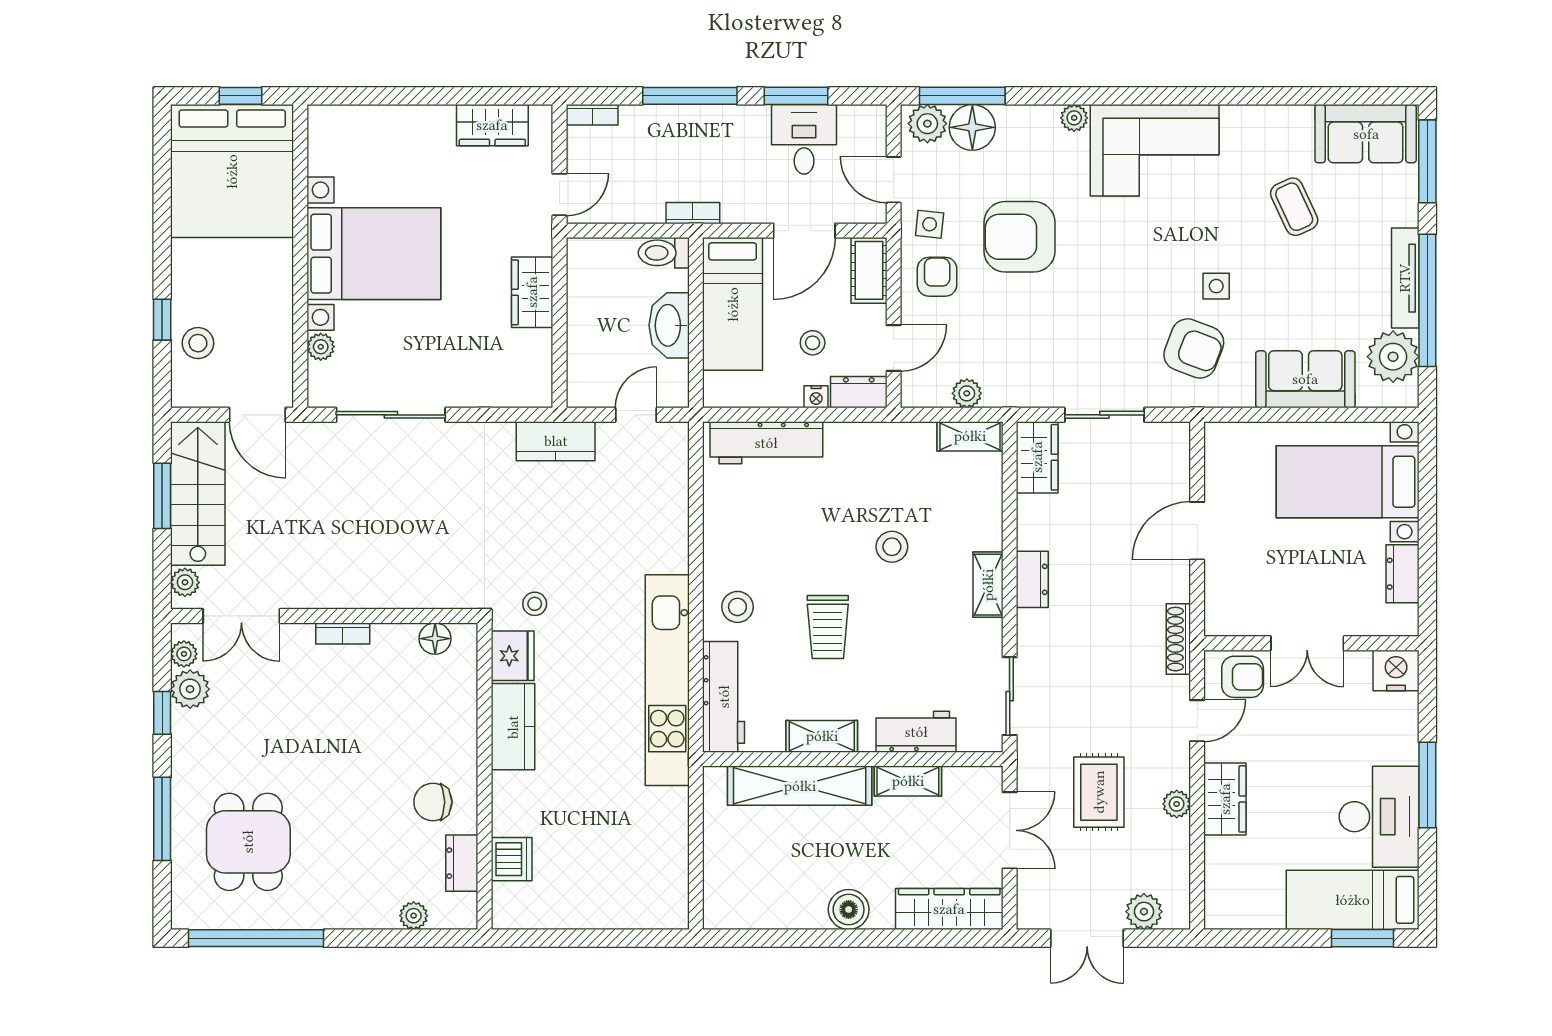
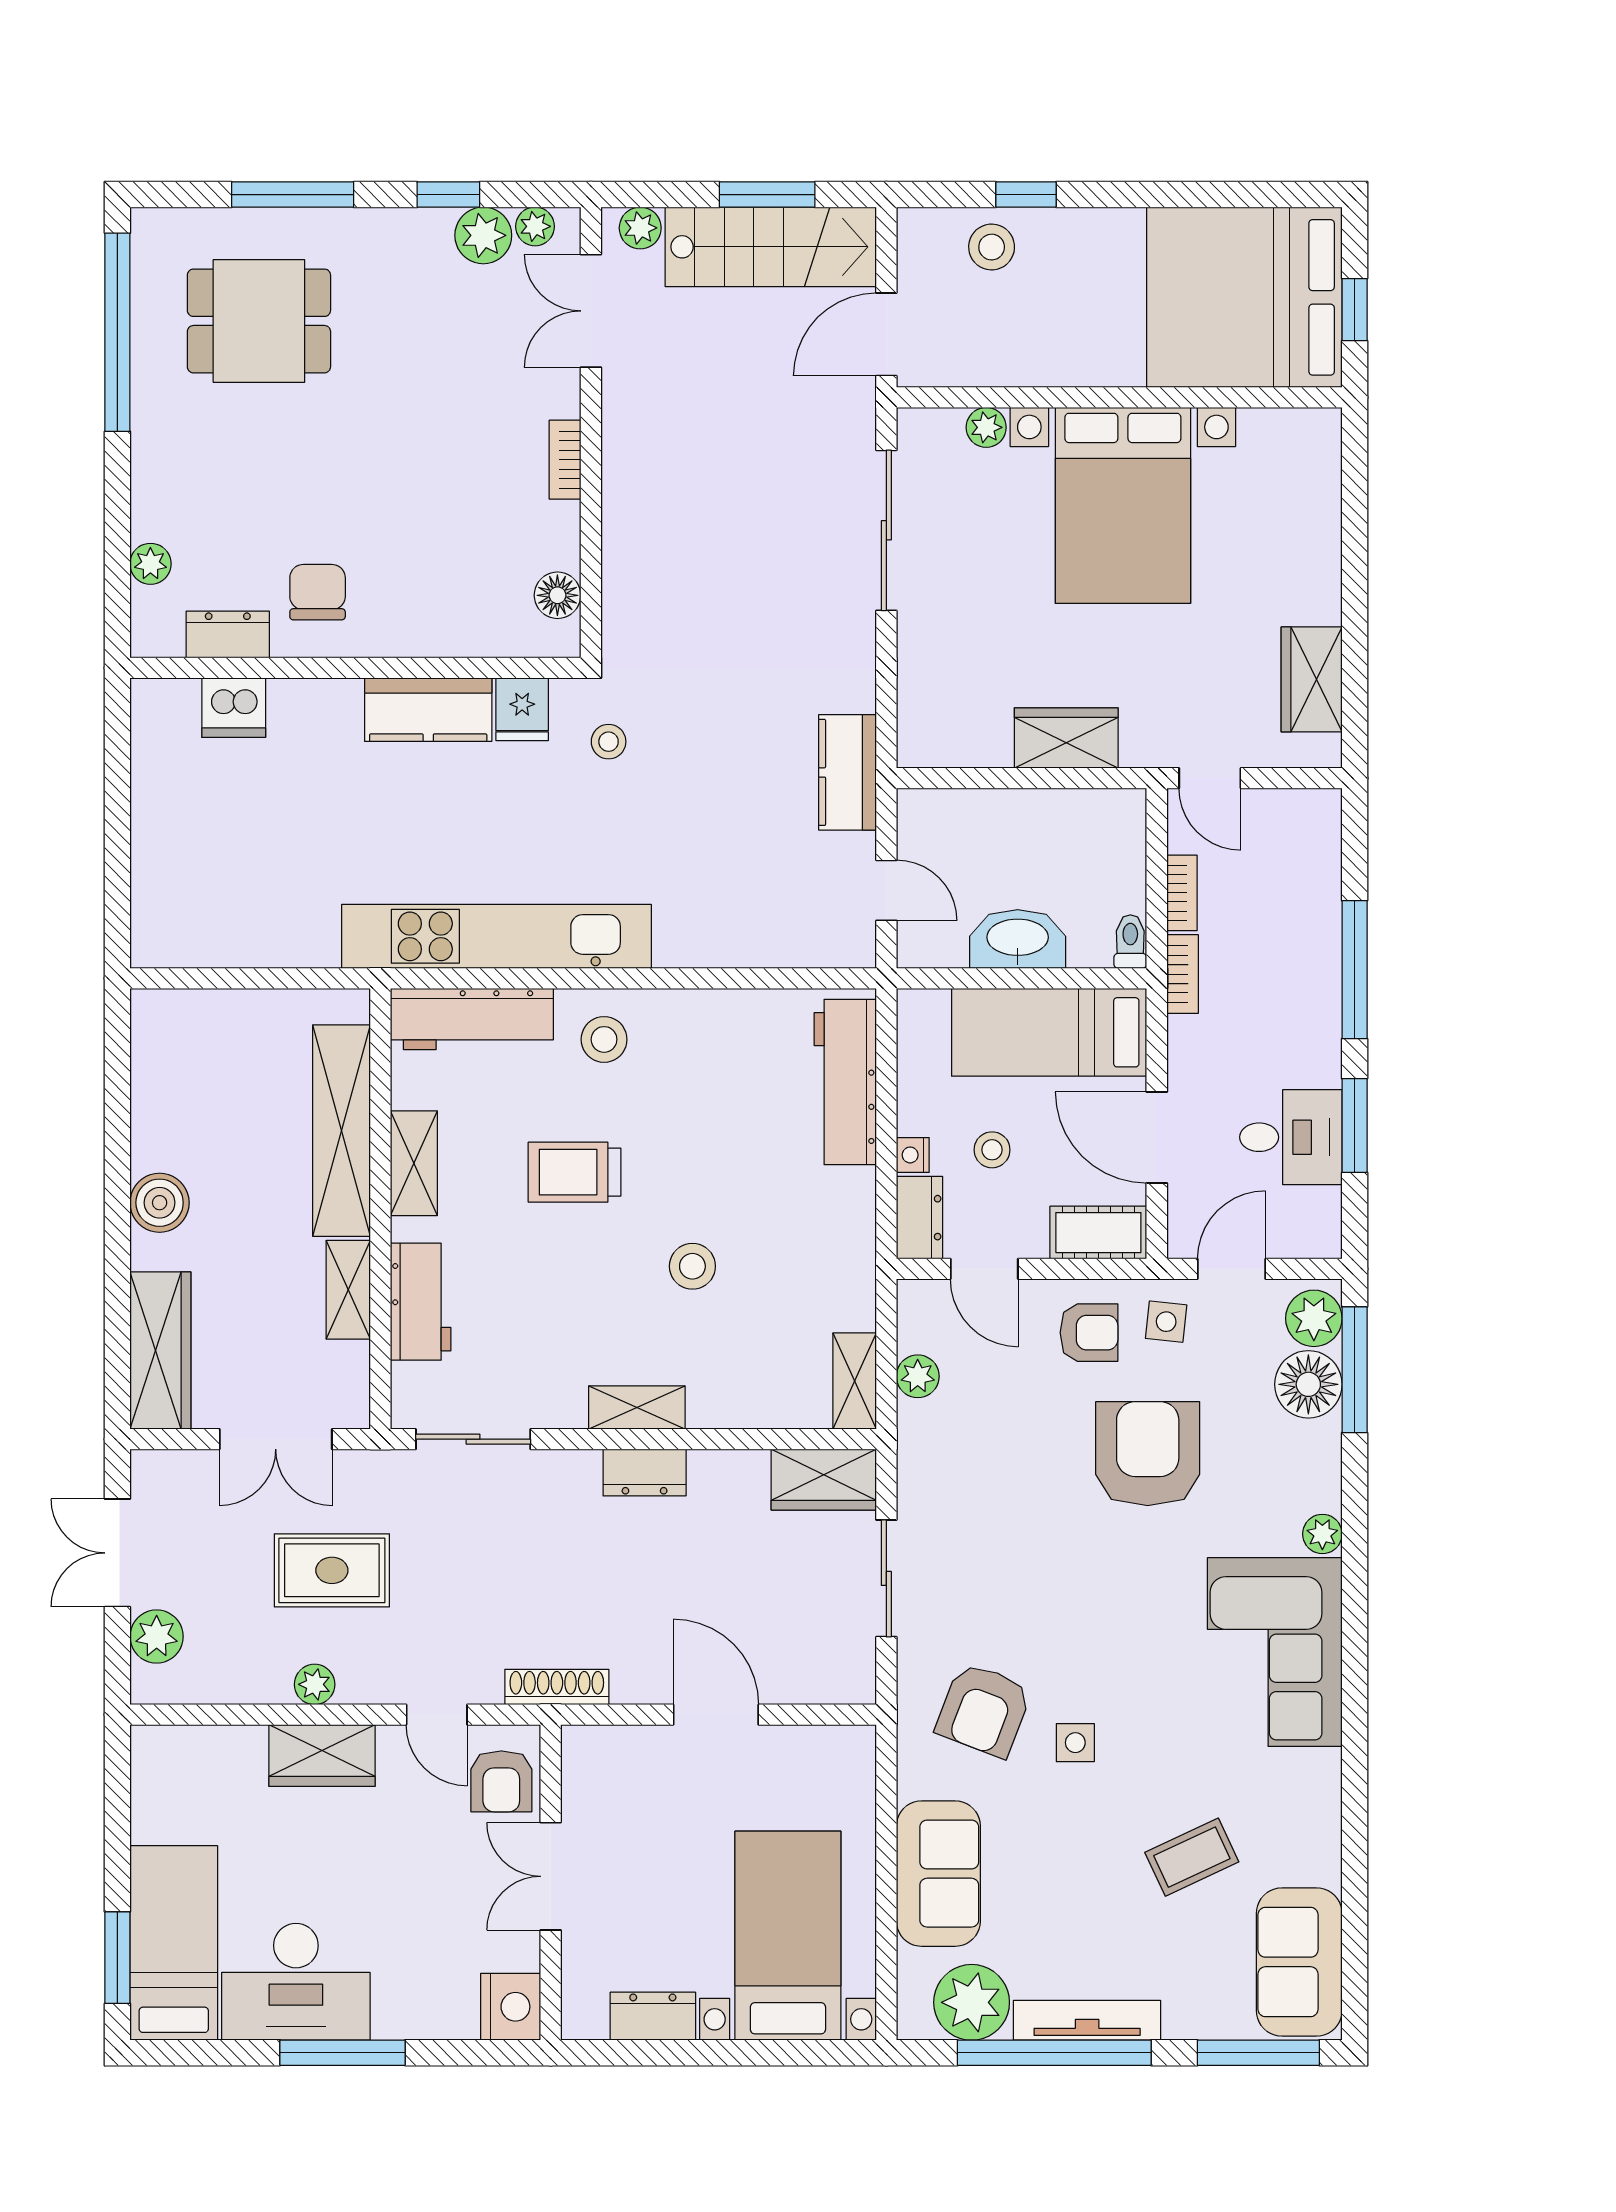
bookcase: (592, 115) -> (1182, 893), moved, turned 180
toilet: (664, 253) -> (1130, 942), width x0.73, depth x0.72
fridge: (513, 656) -> (522, 709), width x0.72

